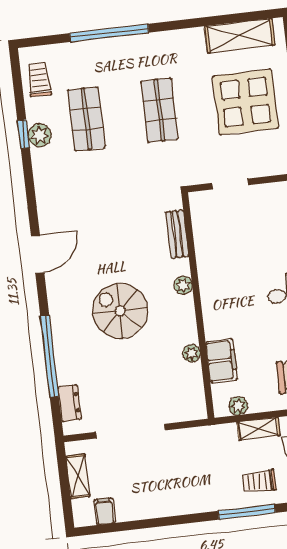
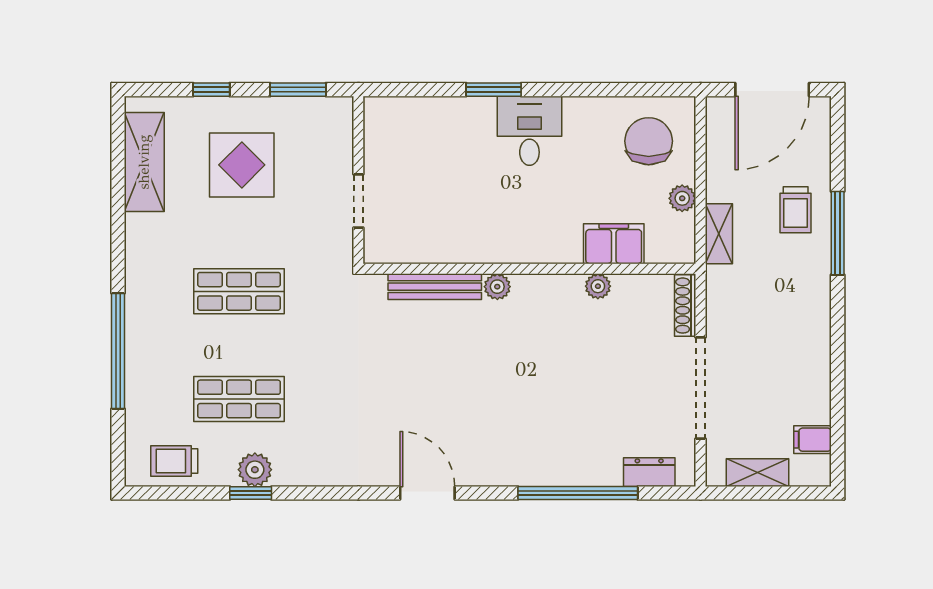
display table: (245, 102) -> (242, 165), width x0.73, depth x0.73
bench: (177, 234) -> (435, 287), width x1.36
spiral stairs: (120, 311) -> (524, 383), removed
plant: (238, 406) -> (682, 198), moved
shoe rack: (185, 414) -> (685, 306), added
shelving: (259, 429) -> (719, 234), moved

